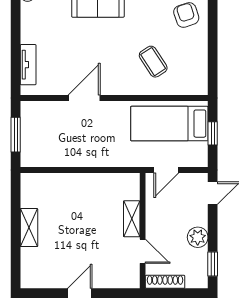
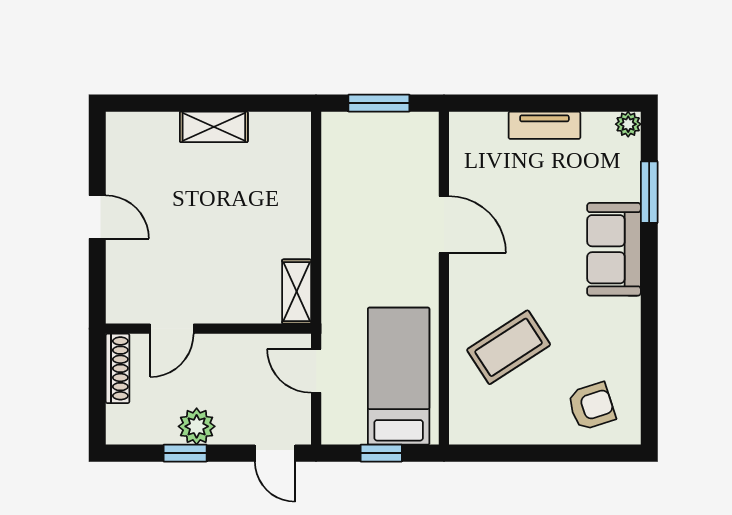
coffee table: (153, 62) -> (509, 347), width x1.36, depth x1.30
tv unit: (28, 65) -> (544, 125), moved
shelving: (132, 219) -> (297, 292), moved, turned 90
window: (213, 264) -> (185, 453), moved

